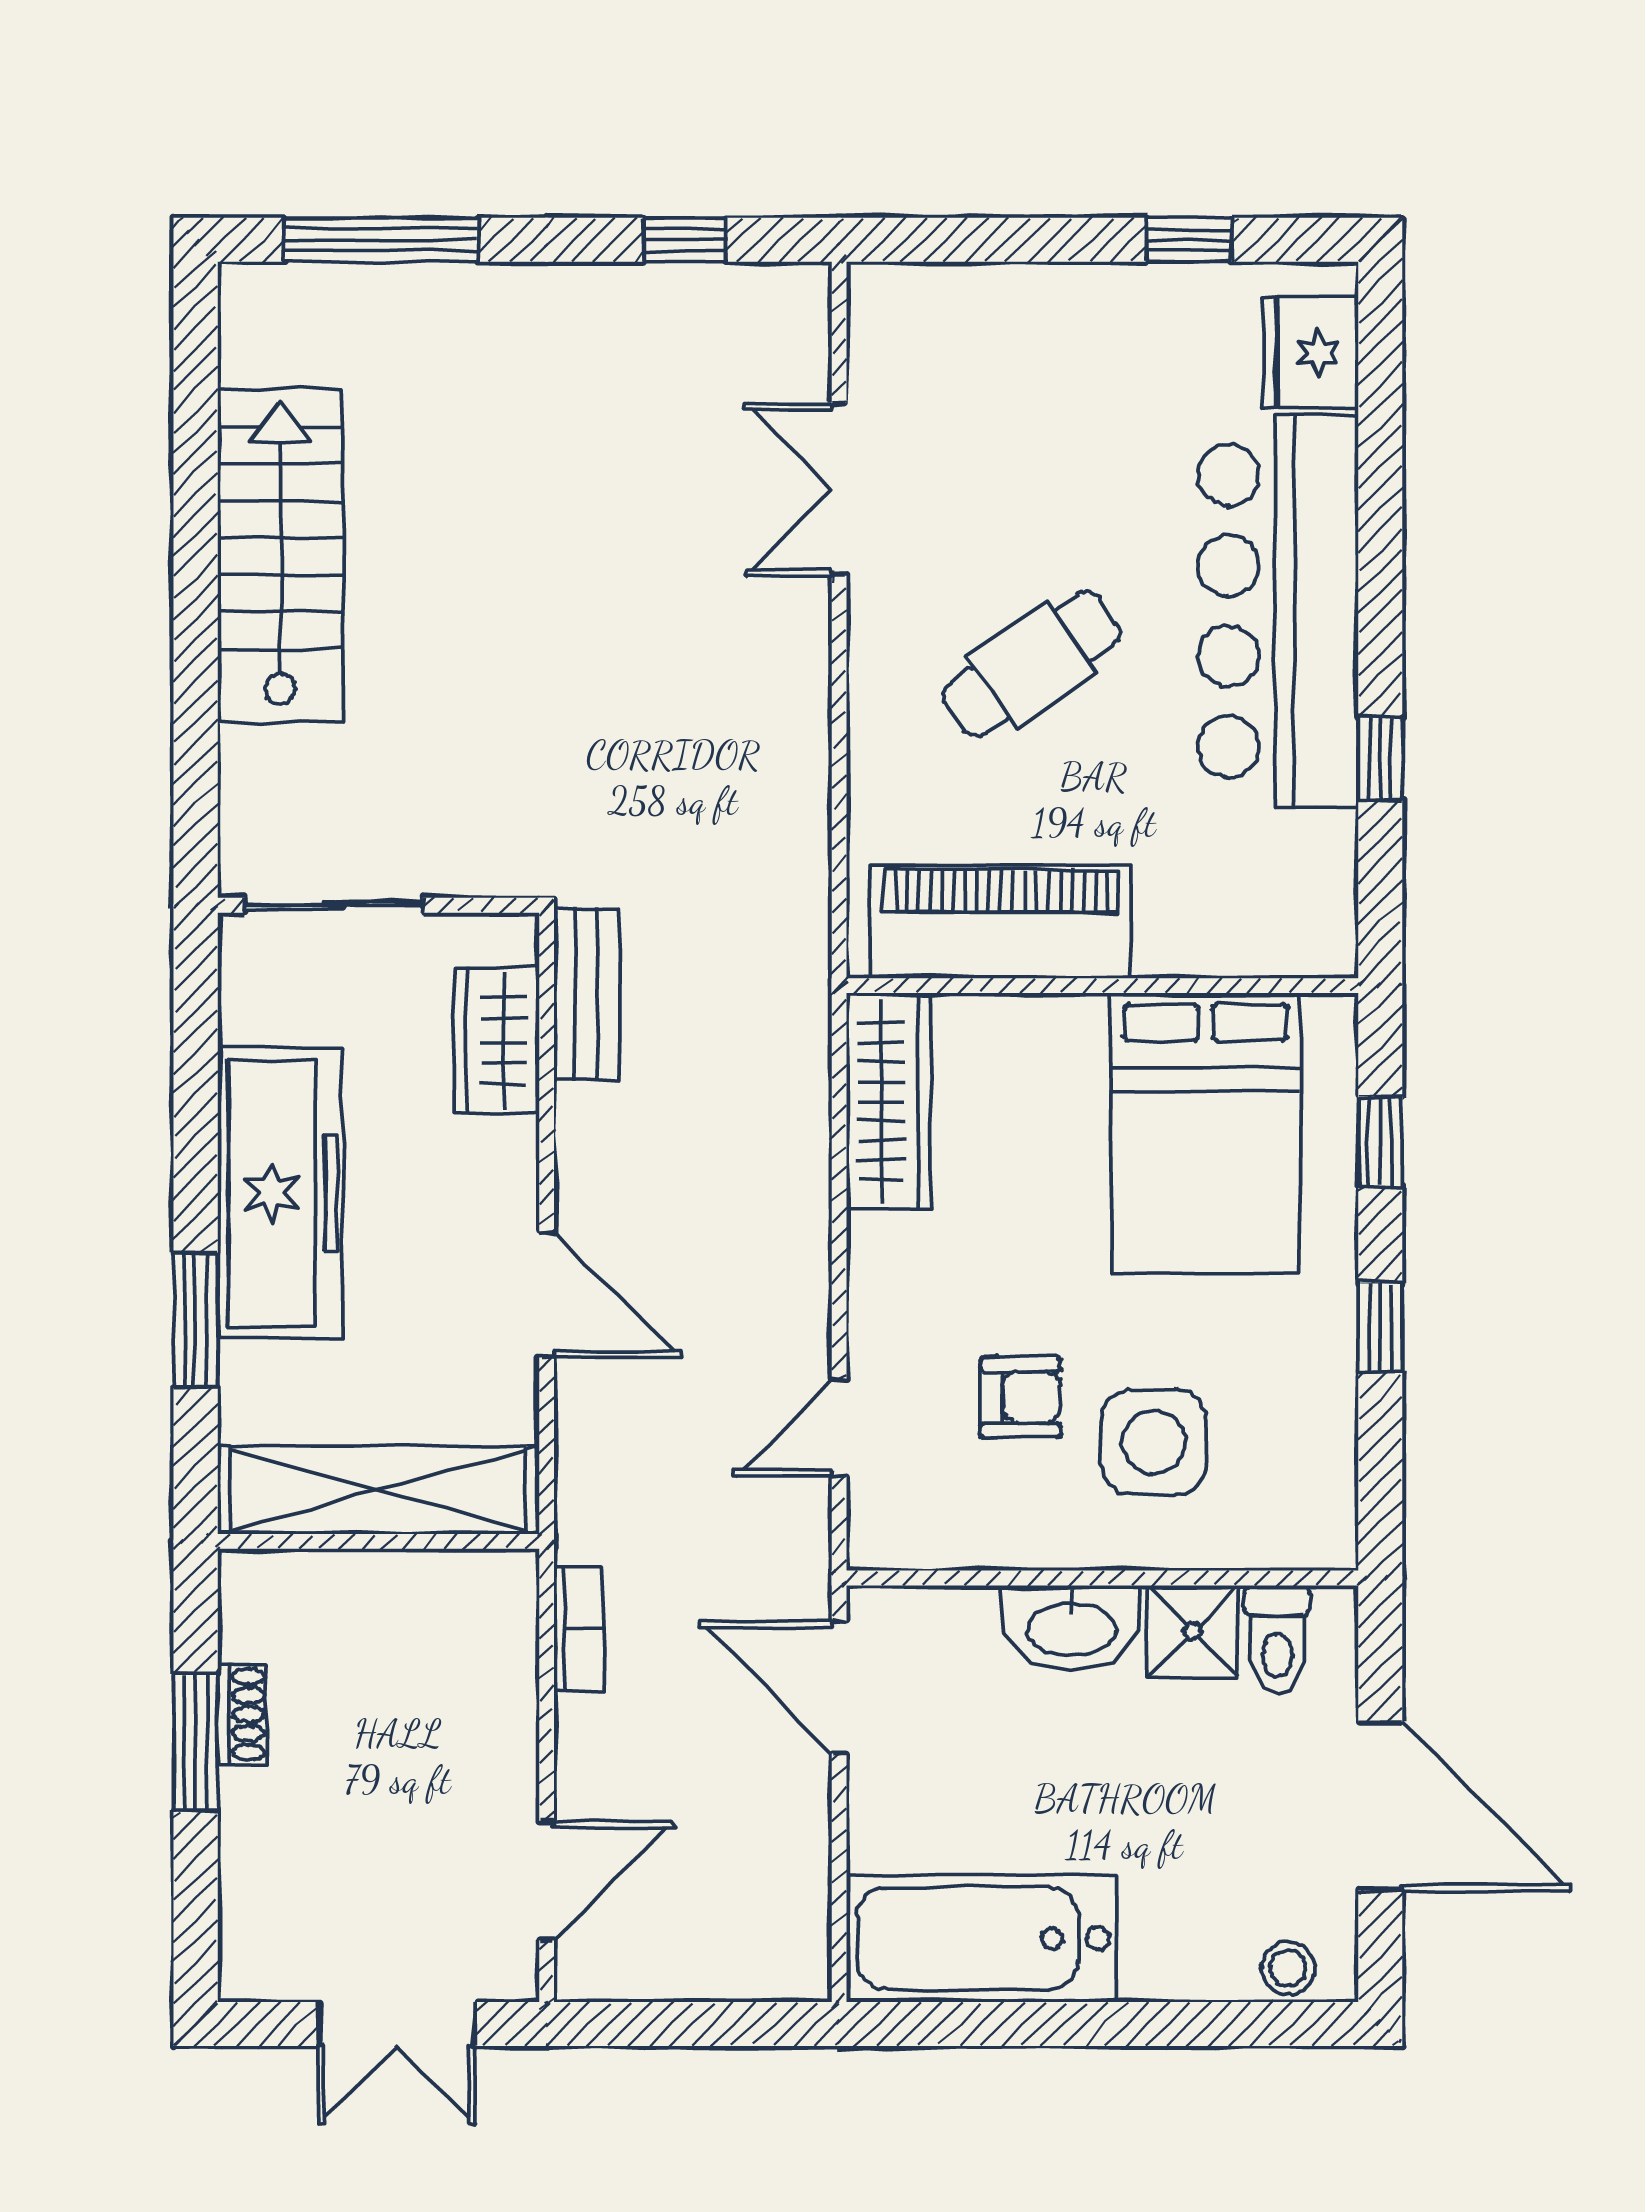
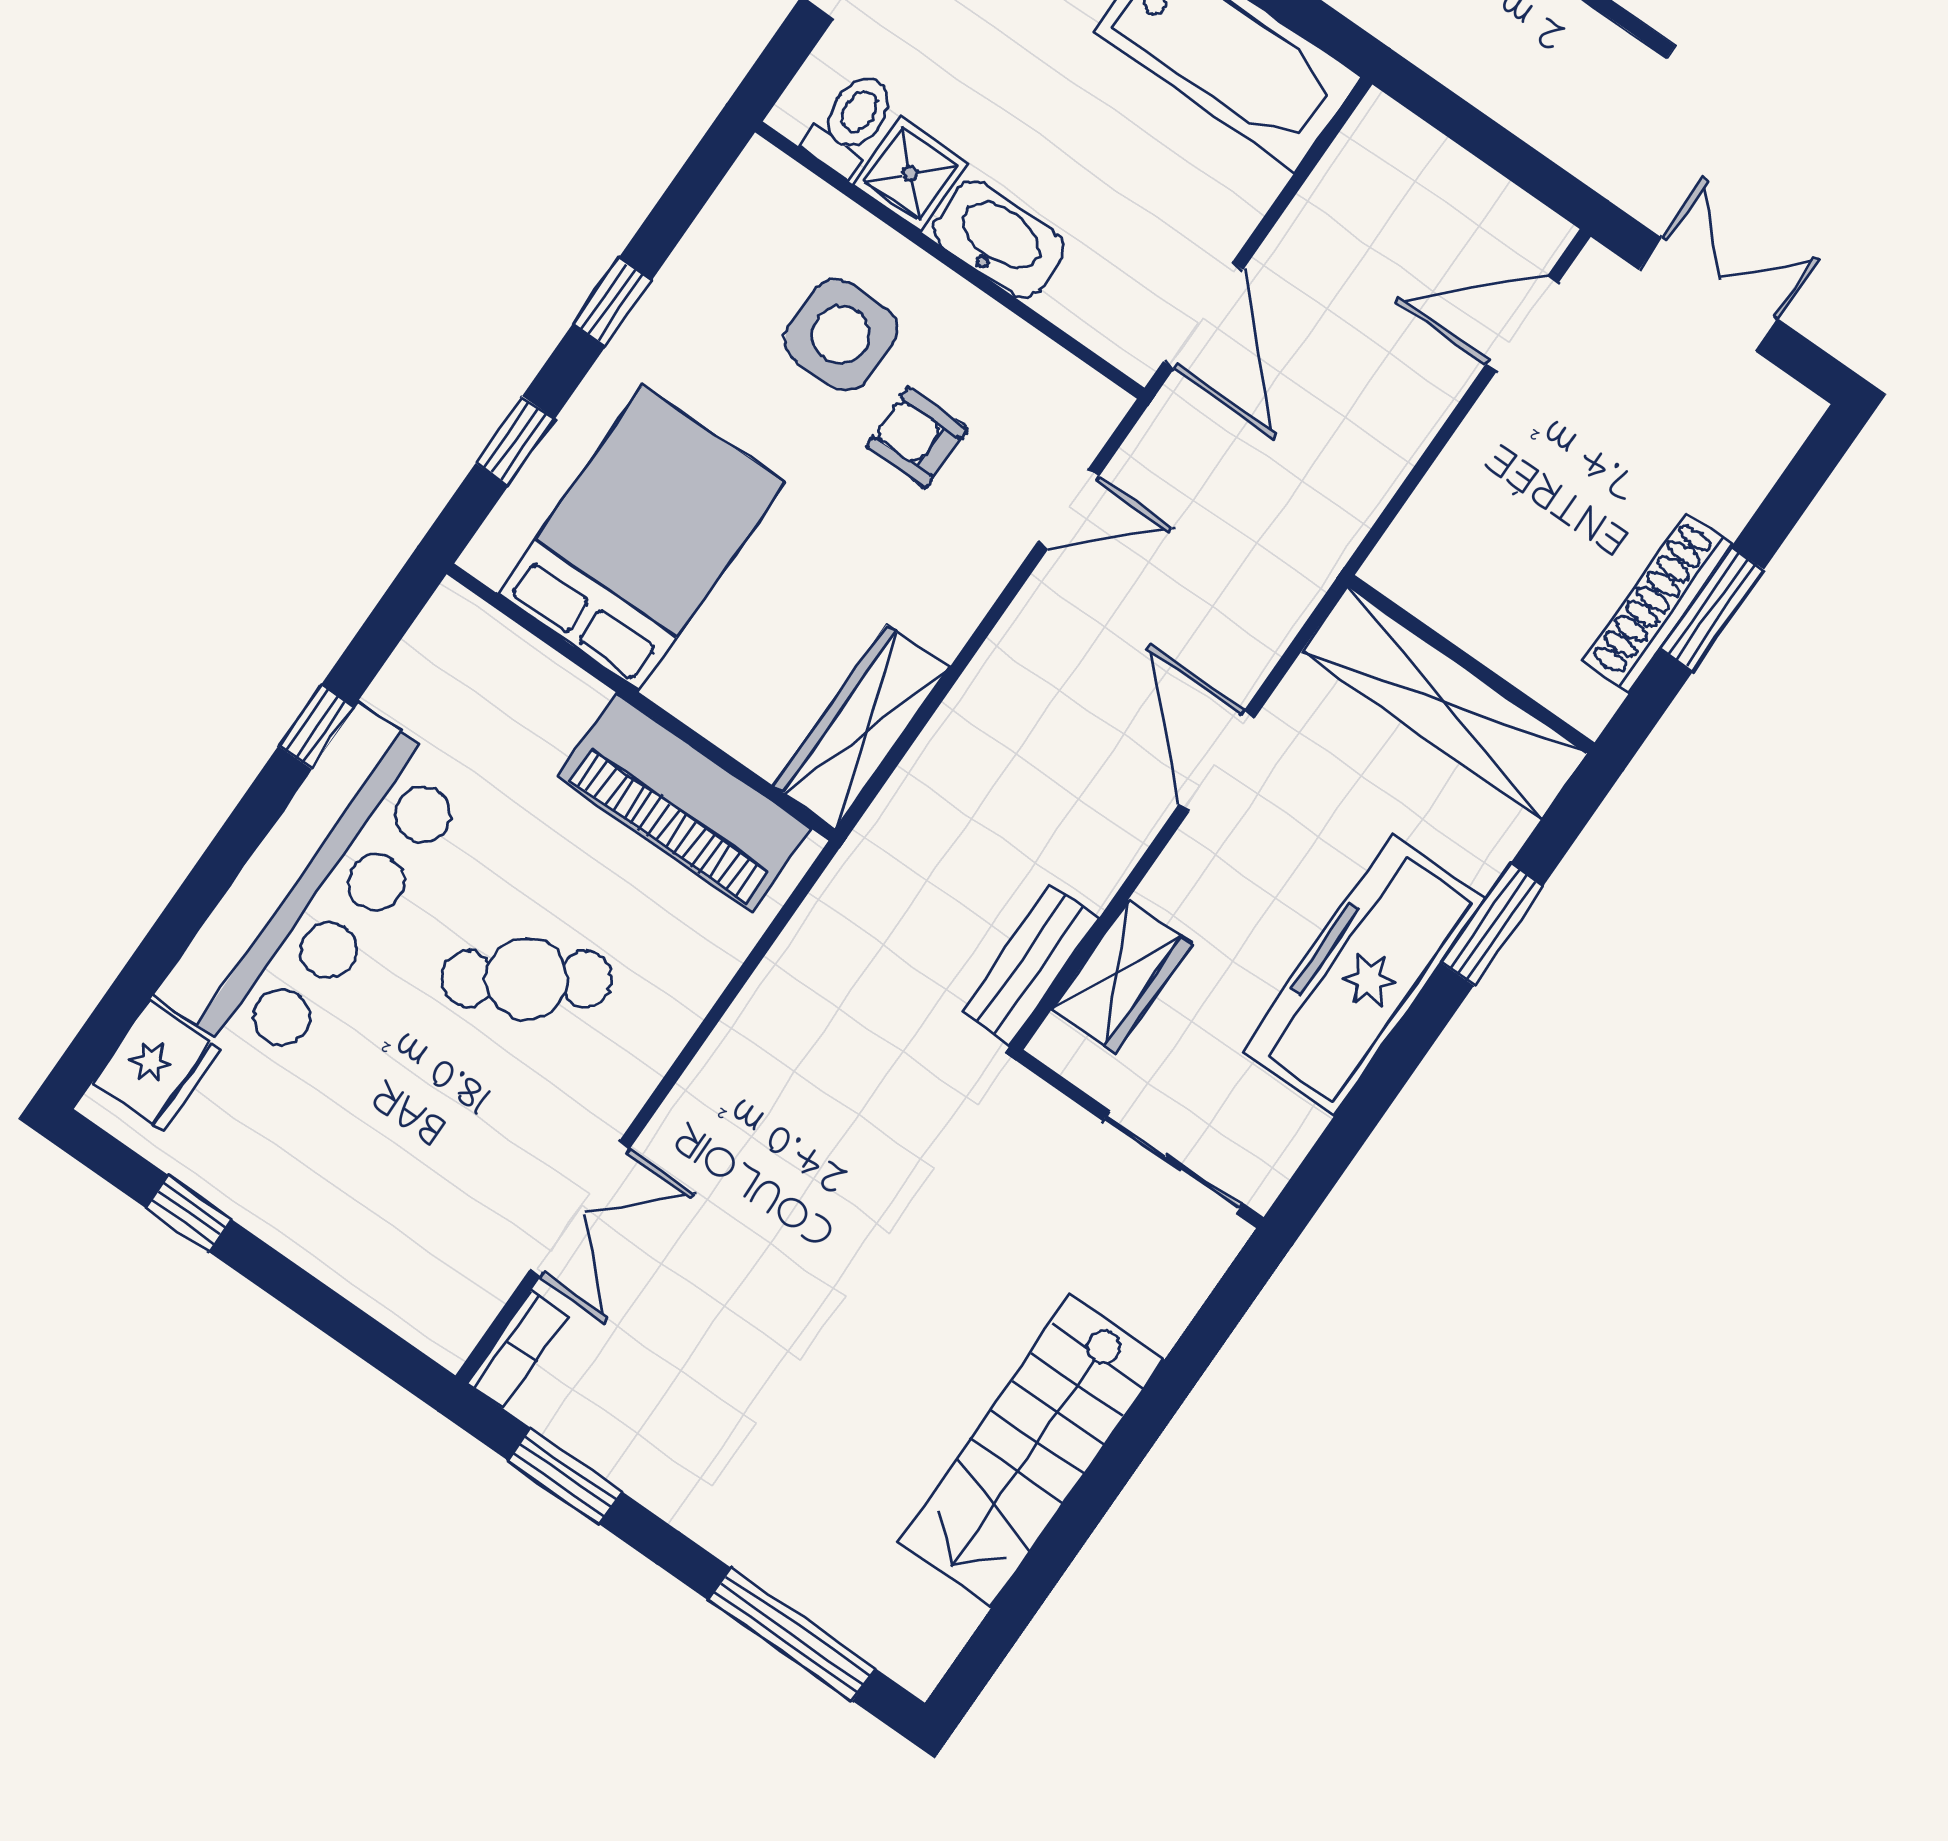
window: (685, 240) -> (565, 1476), width x1.50
bookcase: (579, 1629) -> (517, 1350), moved, turned 180
shoe rack: (242, 1714) -> (1658, 603), width x1.94, depth x1.24

